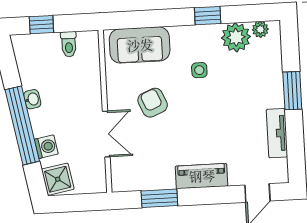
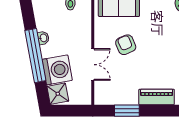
side table: (199, 70) -> (159, 24), removed
washing machine: (46, 147) -> (57, 70), width x1.89, depth x1.89

